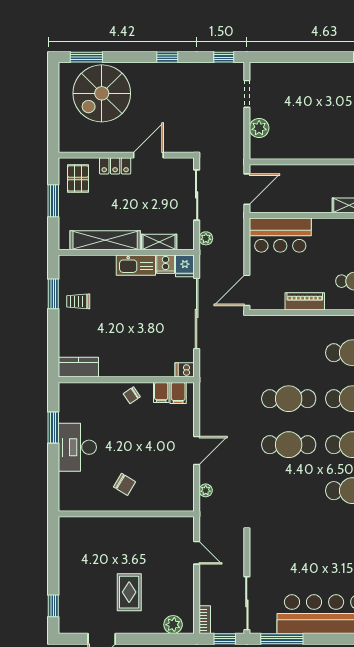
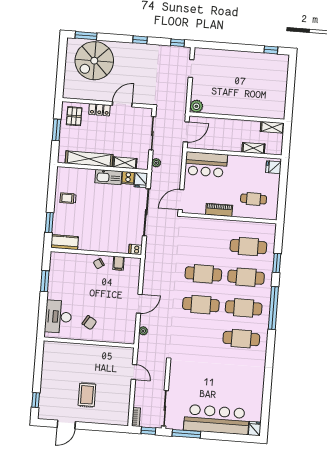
plant: (259, 128) -> (196, 106), moved
window: (53, 294) -> (49, 222), moved
filing cabinet: (178, 393) -> (130, 264), removed
desk: (77, 447) -> (58, 317), moved
plant: (173, 625) -> (115, 419), removed

